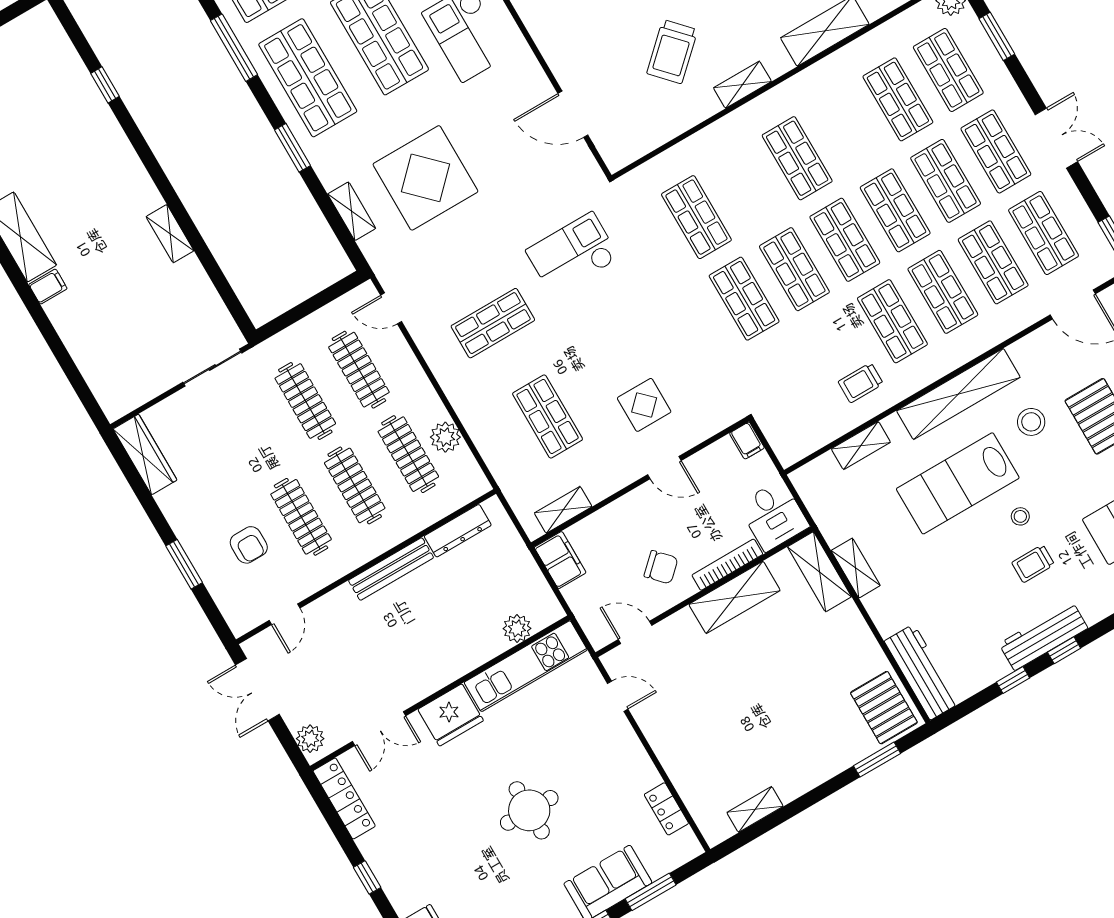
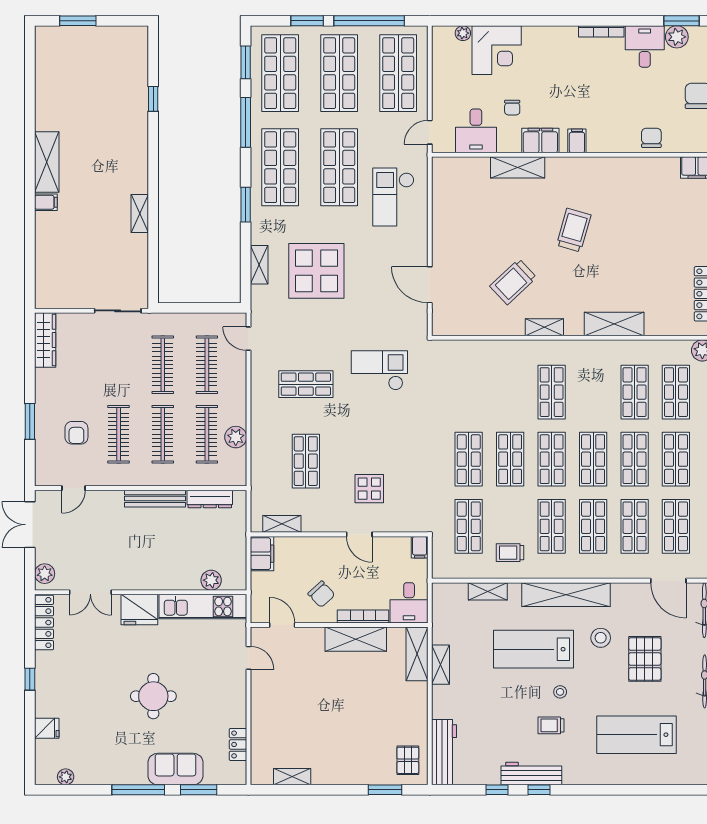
shop shelf: (696, 217) -> (469, 526), moved
pallet: (884, 708) -> (408, 760), width x0.67, depth x0.71

